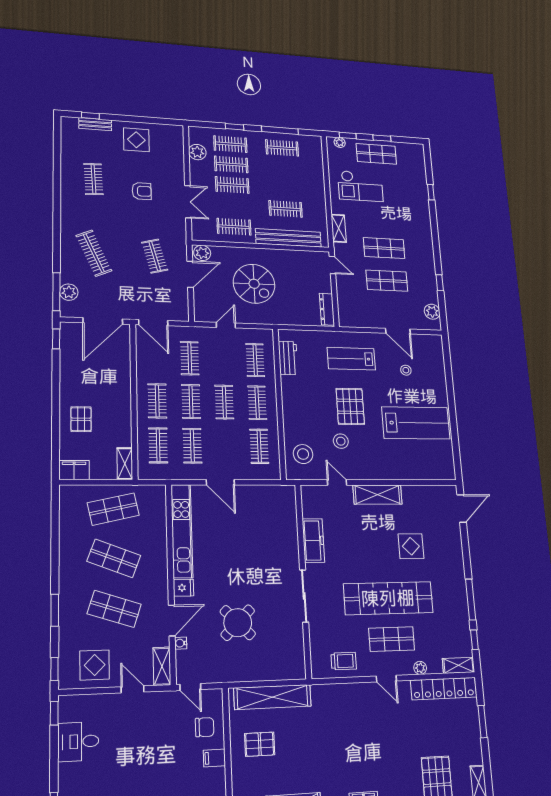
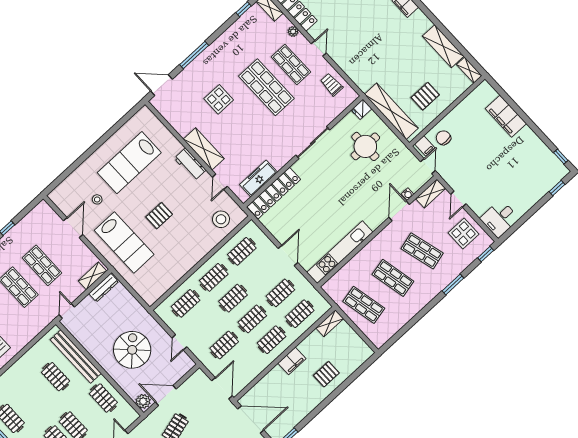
shelving: (339, 228) -> (92, 276), moved
plant: (432, 312) -> (35, 216), removed
door: (226, 325) -> (179, 342), hinge flipped
workbench: (288, 358) -> (190, 164), moved, turned -90
lab bench: (351, 359) -> (124, 242), width x1.36, depth x1.39
pallet: (350, 406) -> (159, 216), width x0.67, depth x0.71
lab bench: (416, 423) -> (129, 163), turned -90
stool: (341, 441) -> (189, 202), removed
filing cabinet: (74, 470) -> (292, 361), moved, turned -90
locker: (288, 520) -> (274, 193), added
freezer: (313, 540) -> (259, 178), moved
shop shelf: (114, 558) -> (393, 278), turned -33
fridge: (184, 588) -> (362, 109), moved, turned -90
shop shelf: (388, 598) -> (266, 87), width x0.71
window: (471, 600) -> (194, 55), moved
shop shelf: (114, 609) -> (422, 251), turned -33
door: (172, 621) -> (399, 211), hinge flipped
round table: (238, 623) -> (365, 146), moved, turned 45
window: (54, 713) -> (509, 232), removed
desk: (78, 742) -> (500, 218), moved, turned 90
pallet: (260, 744) -> (425, 96), turned 90
filing cabinet: (214, 758) -> (425, 146), moved

